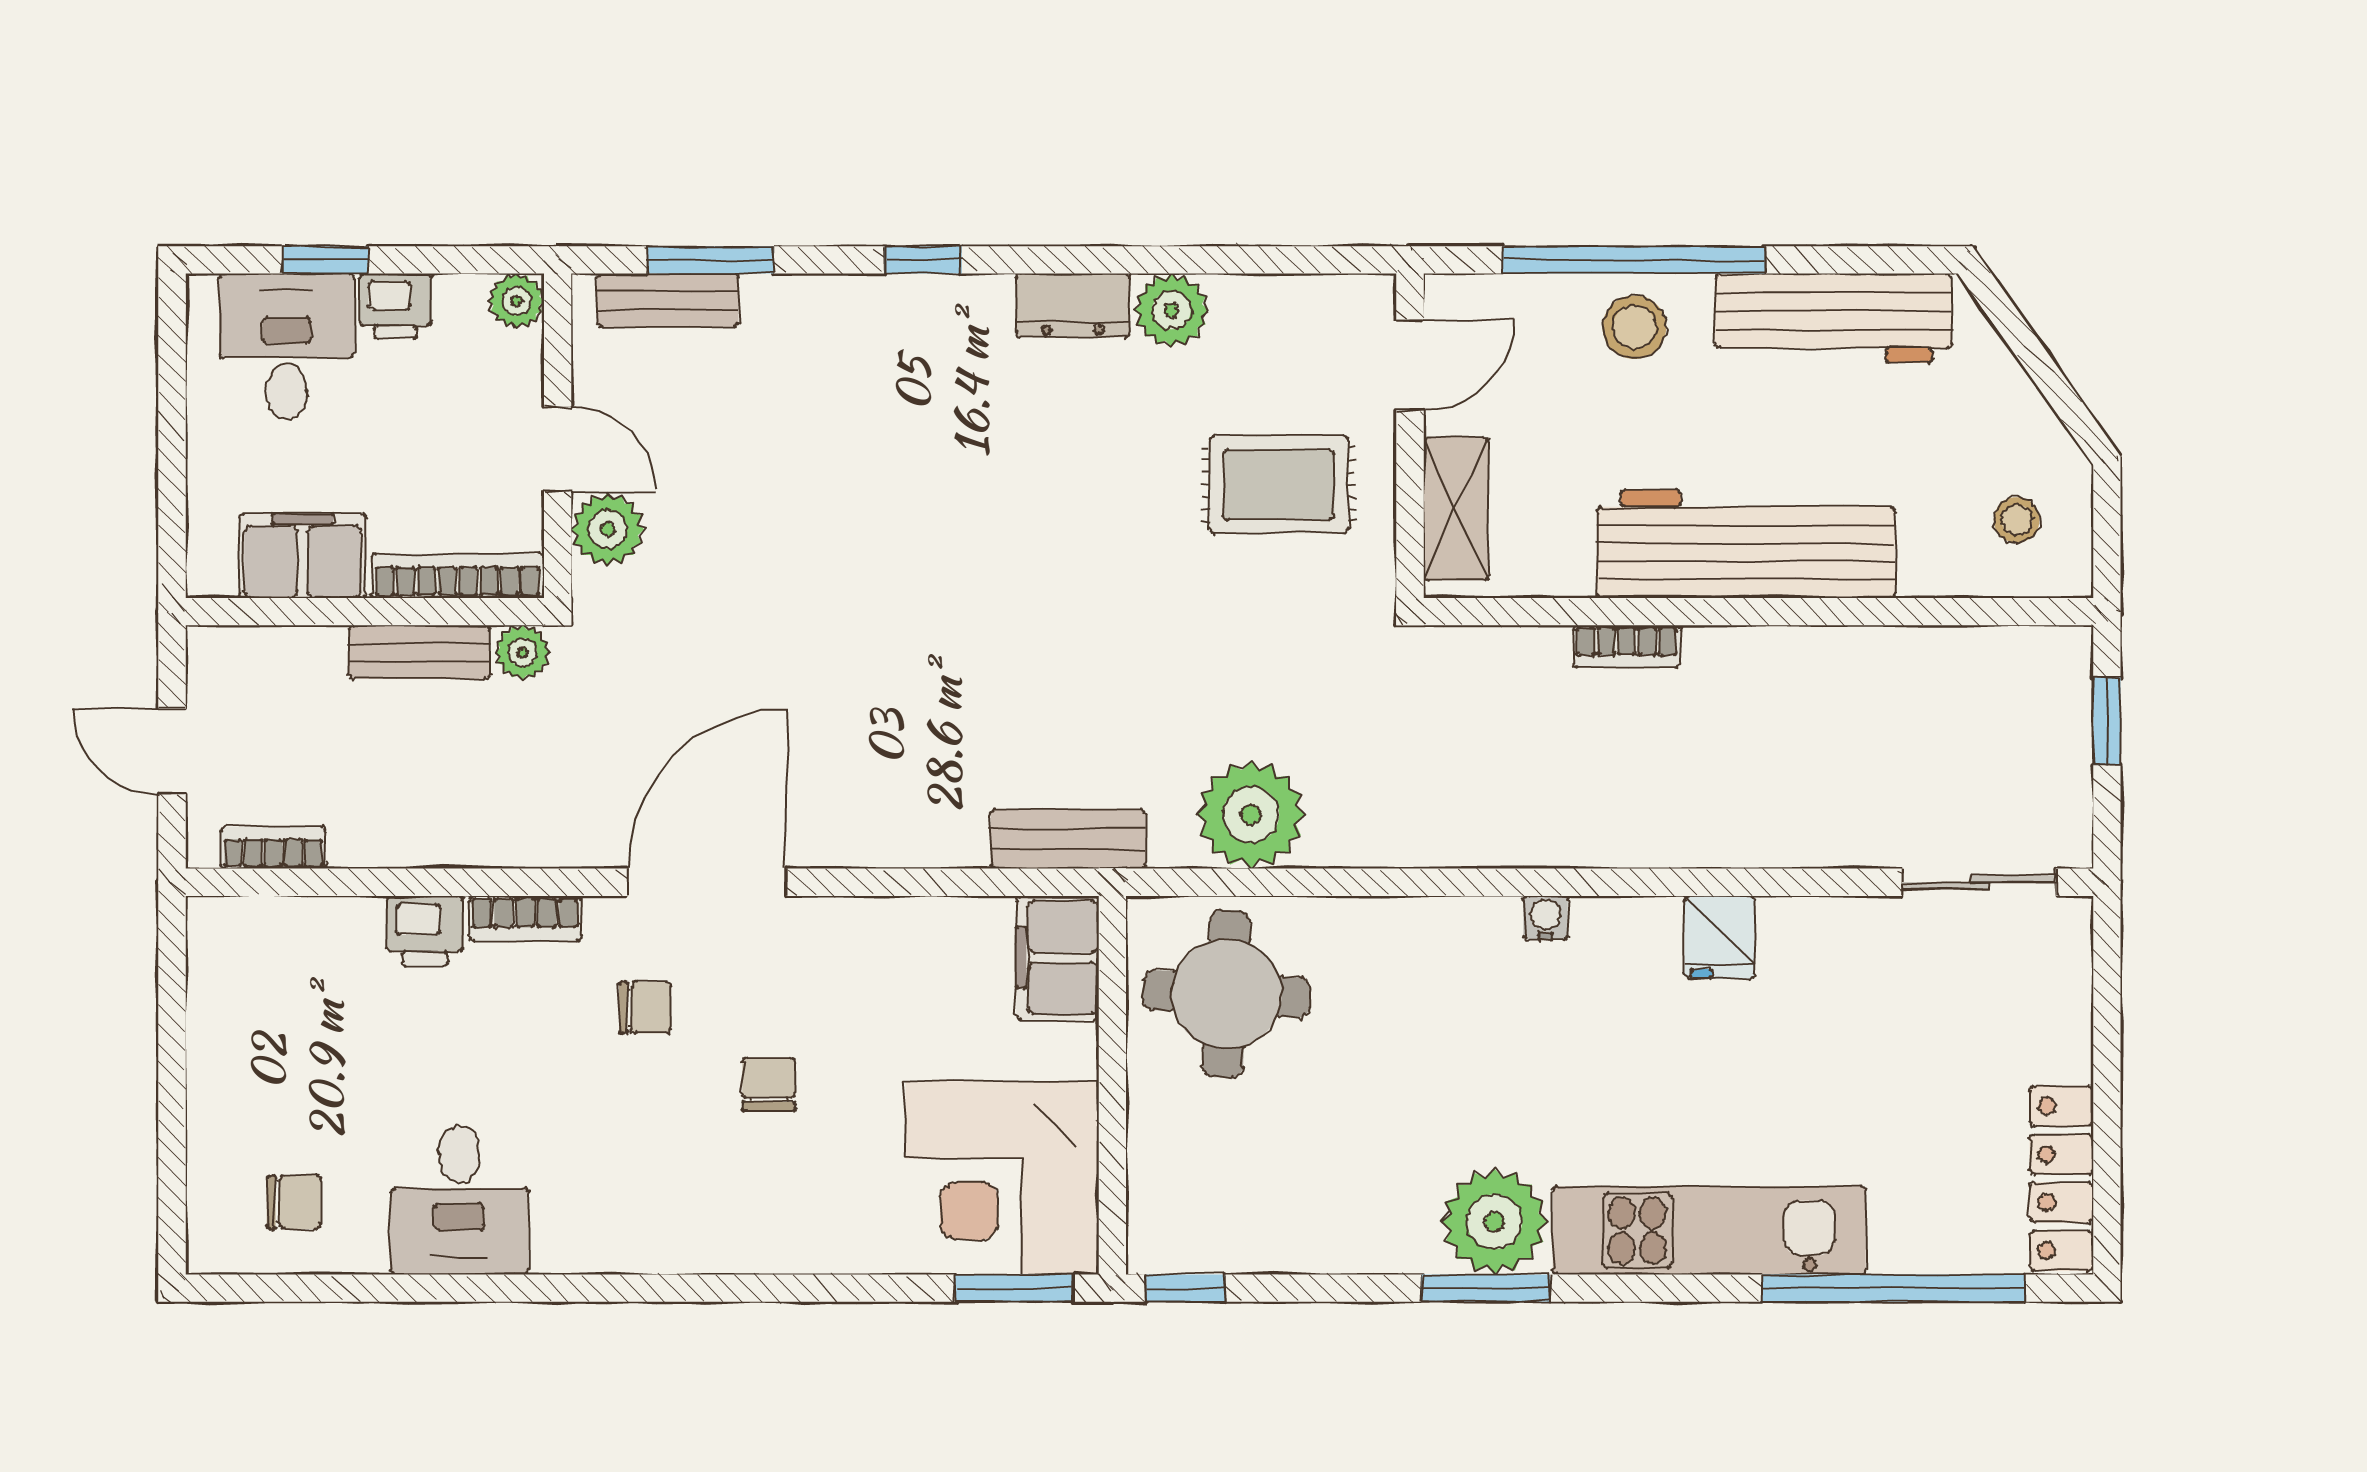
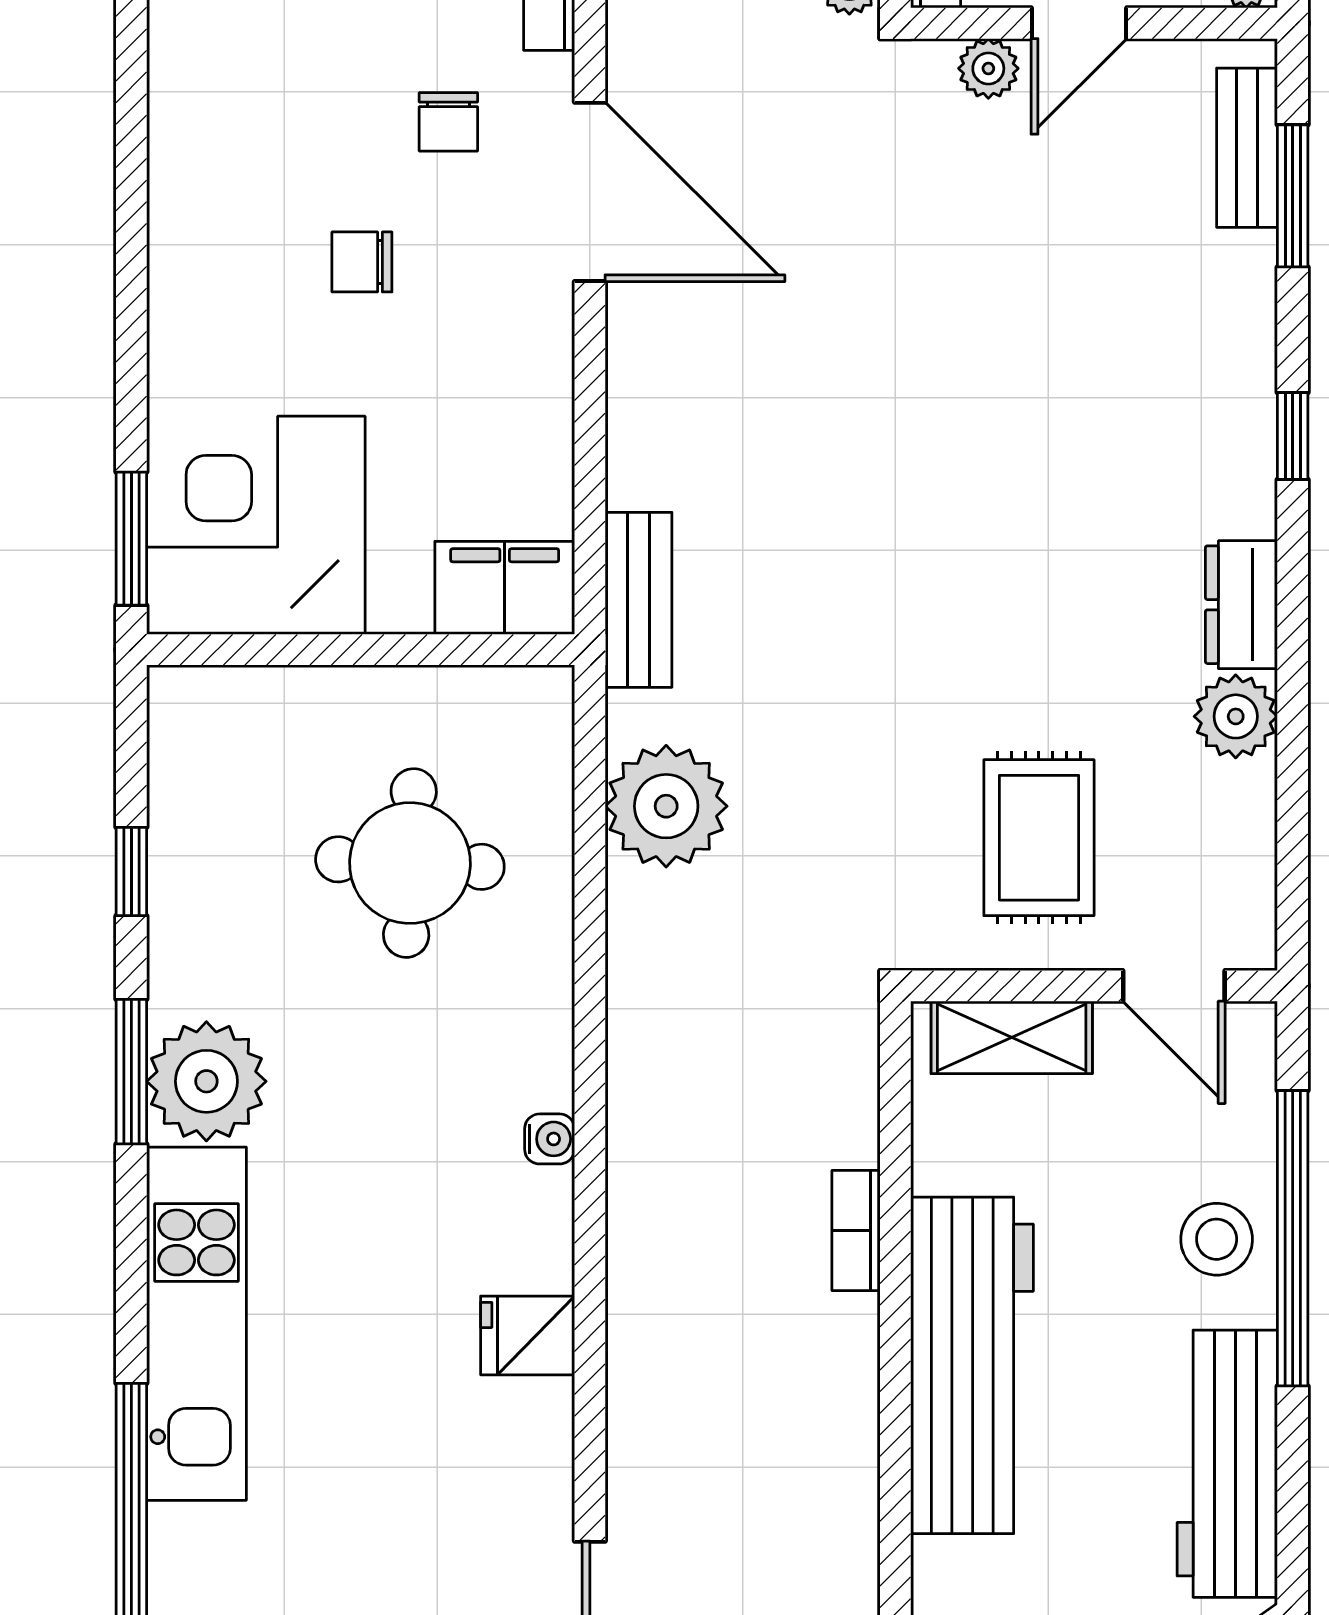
plant: (608, 529) -> (988, 68), width x0.73, depth x0.73
round table: (1226, 994) -> (410, 863), moved
chair: (769, 1084) -> (362, 262), turned 180
window: (1186, 1288) -> (131, 872), moved

